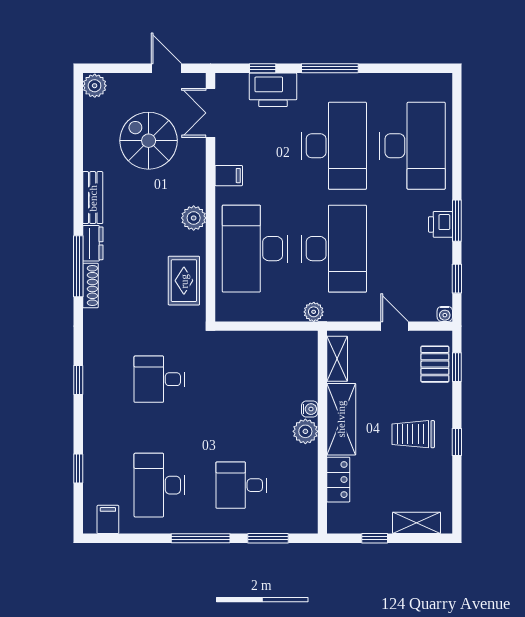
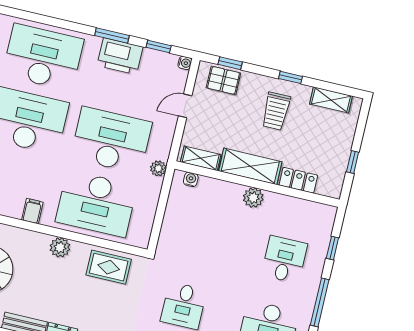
printer: (440, 224) -> (120, 56), width x1.87, depth x1.48
water cooler: (310, 409) -> (191, 179), moved
desk: (241, 485) -> (284, 260), turned 180
shelving: (417, 523) -> (331, 100), moved, turned 90
window: (268, 538) -> (332, 248), width x0.67

